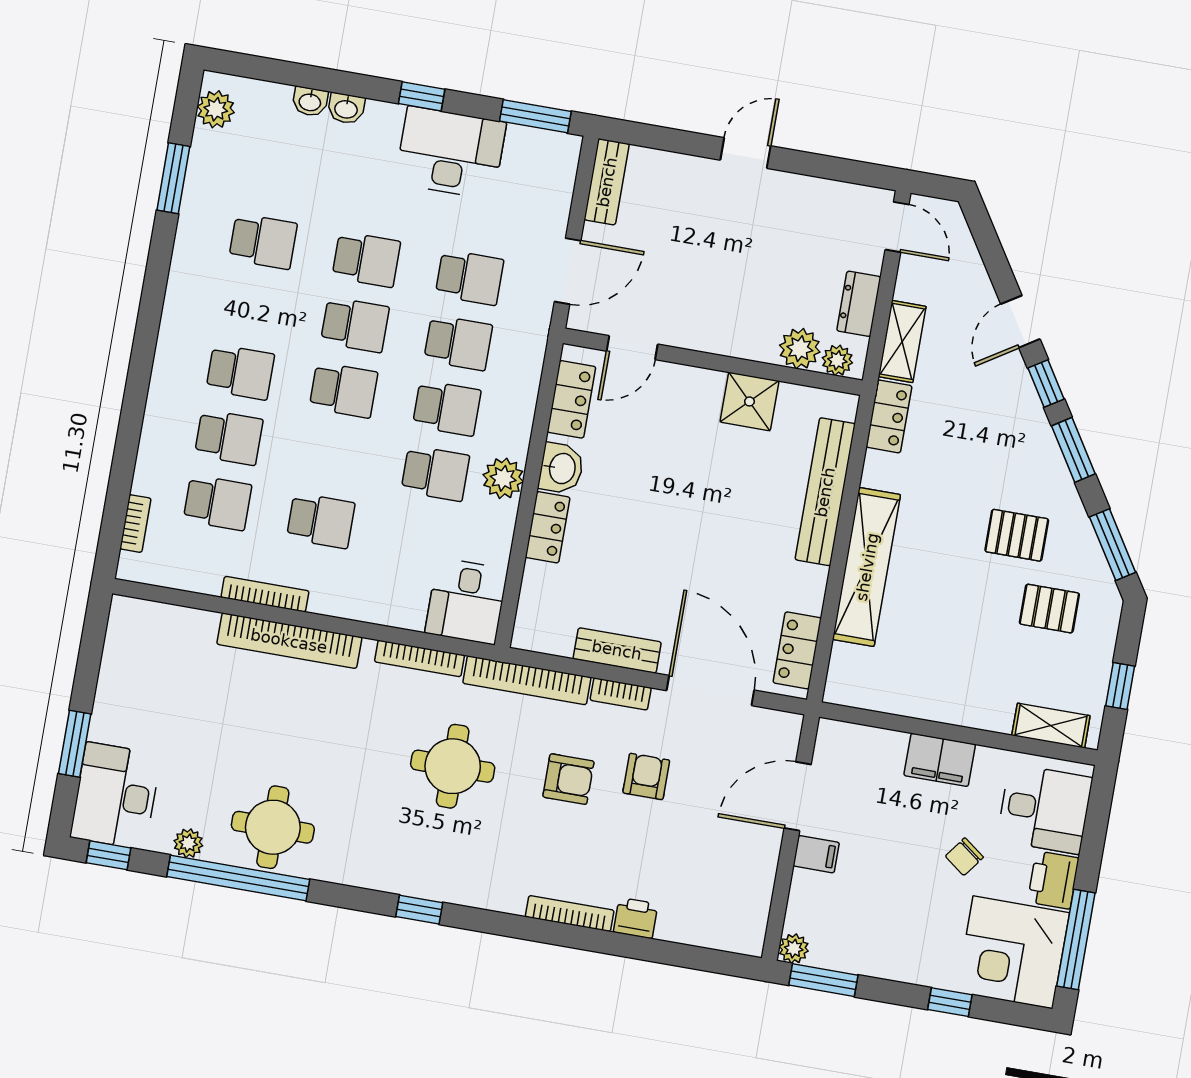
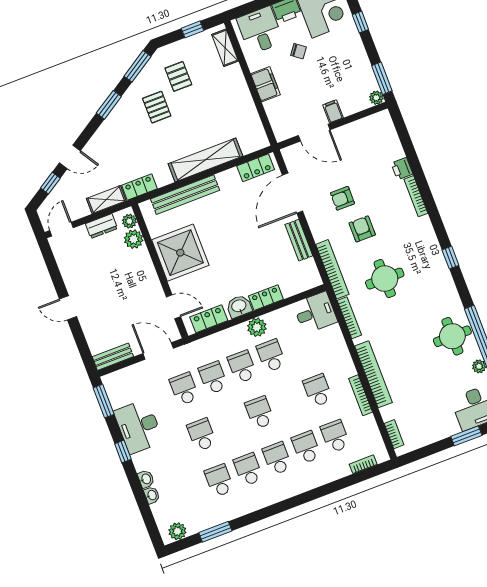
school desk: (355, 325) -> (248, 469), moved
window: (1046, 383) -> (50, 183), moved
shower: (749, 401) -> (180, 253), width x1.86, depth x1.86
bookcase: (621, 694) -> (394, 434), moved

